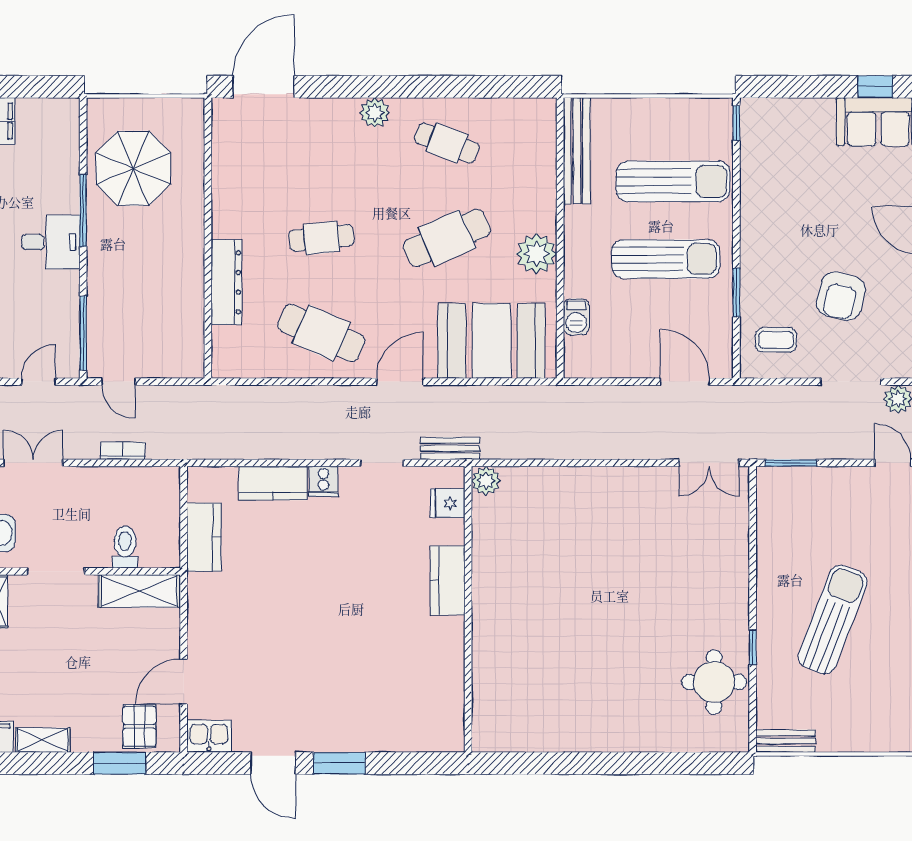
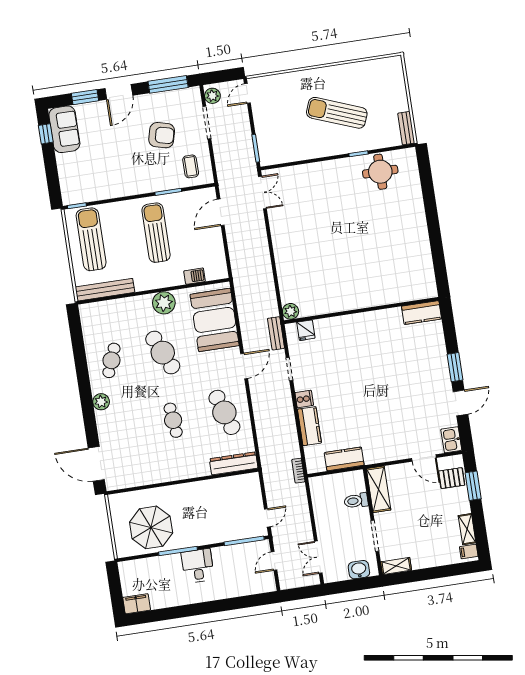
sun lounger: (673, 181) -> (91, 239), moved
dresser: (226, 282) -> (234, 463), moved
cafe table: (321, 333) -> (224, 412), turned -42
door: (39, 382) -> (274, 561), hinge flipped
door: (400, 382) -> (244, 366), swing flipped
bookcase: (123, 451) -> (298, 471), moved
kitchen counter: (448, 580) -> (422, 313), moved

